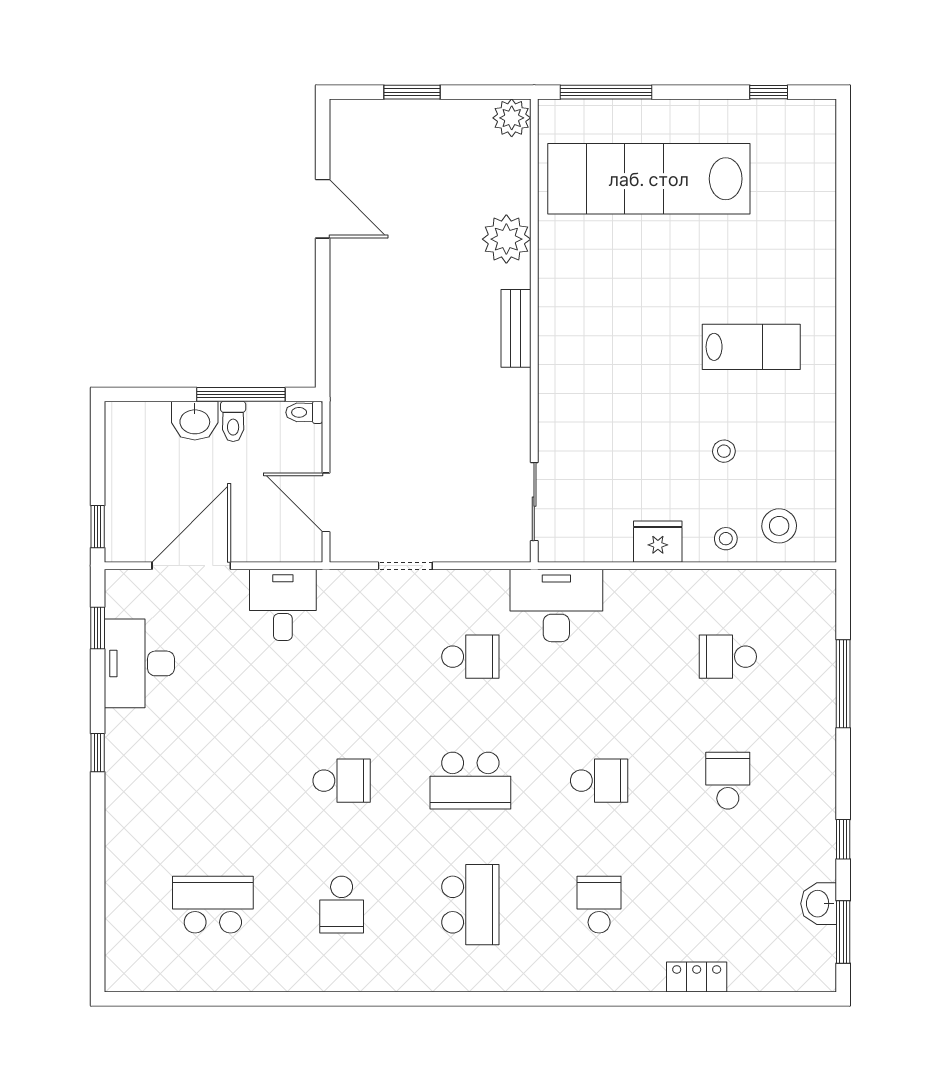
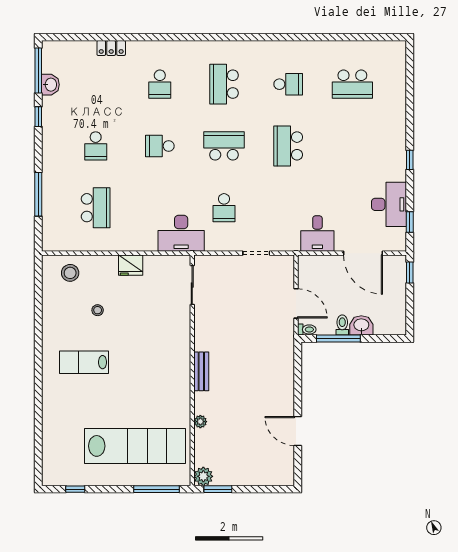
window: (412, 92) -> (218, 489), moved
plant: (506, 239) -> (200, 422), width x0.53, depth x0.53
door: (326, 502) -> (296, 303), moved
stool: (726, 539) -> (97, 267), removed
door: (191, 566) -> (363, 253), hinge flipped
school desk: (470, 657) -> (224, 208), turned -90
school desk: (728, 657) -> (96, 208), width x1.85
school desk: (342, 781) -> (288, 146), width x1.85
school desk: (342, 905) -> (288, 84), turned 90
window: (843, 932) -> (38, 70), width x1.44

